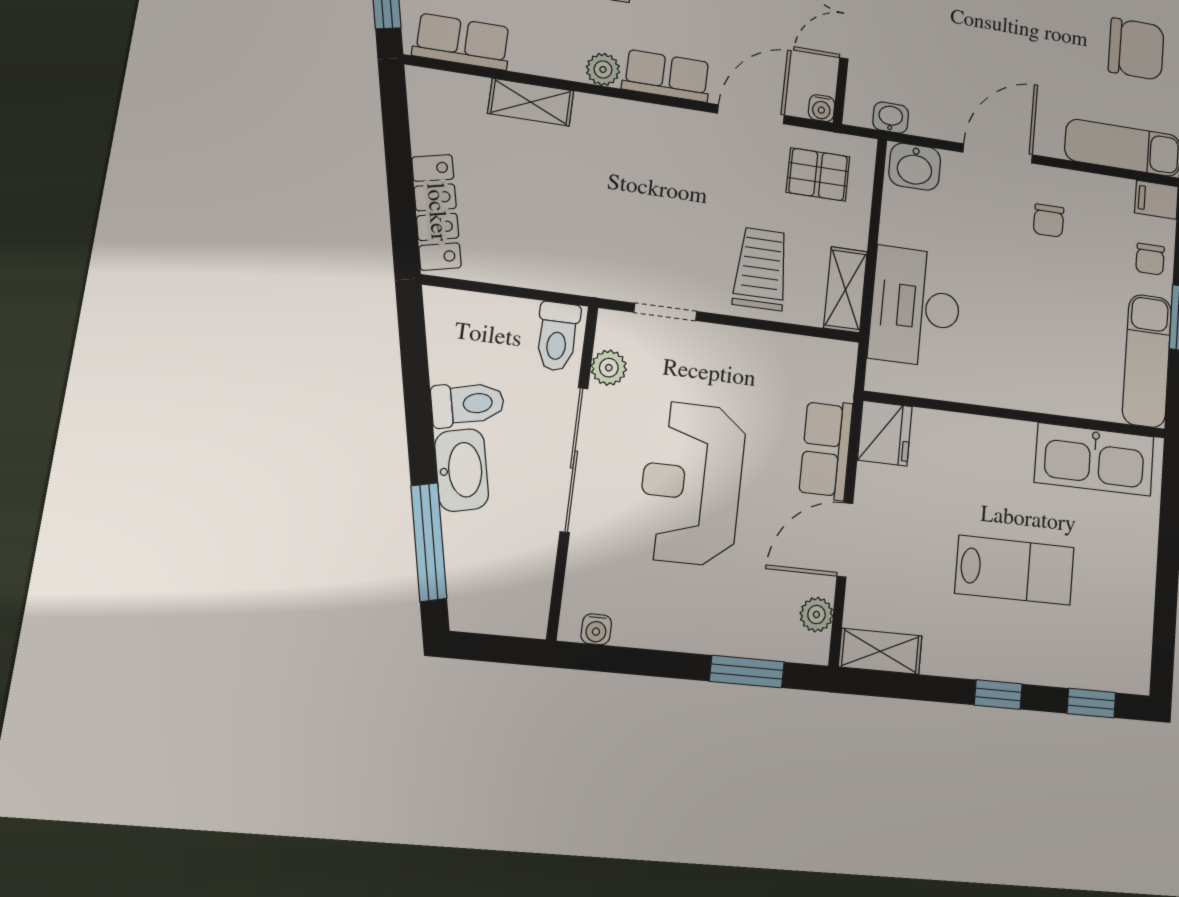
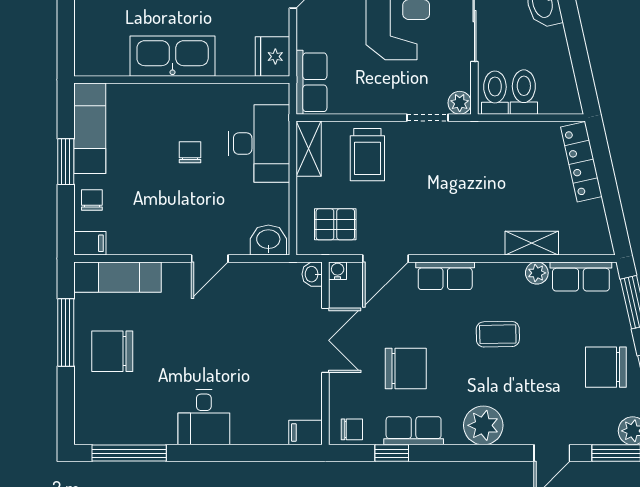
plant: (603, 69) -> (537, 273), moved
washbasin: (891, 118) -> (312, 274), moved, turned 90
door: (998, 153) -> (210, 259), width x0.73
chair: (1049, 221) -> (190, 152), moved
plant: (609, 368) -> (460, 103), moved
toilet: (468, 404) -> (524, 92), moved, turned 103
row of seats: (826, 450) -> (311, 82), moved
kitchen sink: (1094, 459) -> (173, 56), moved

